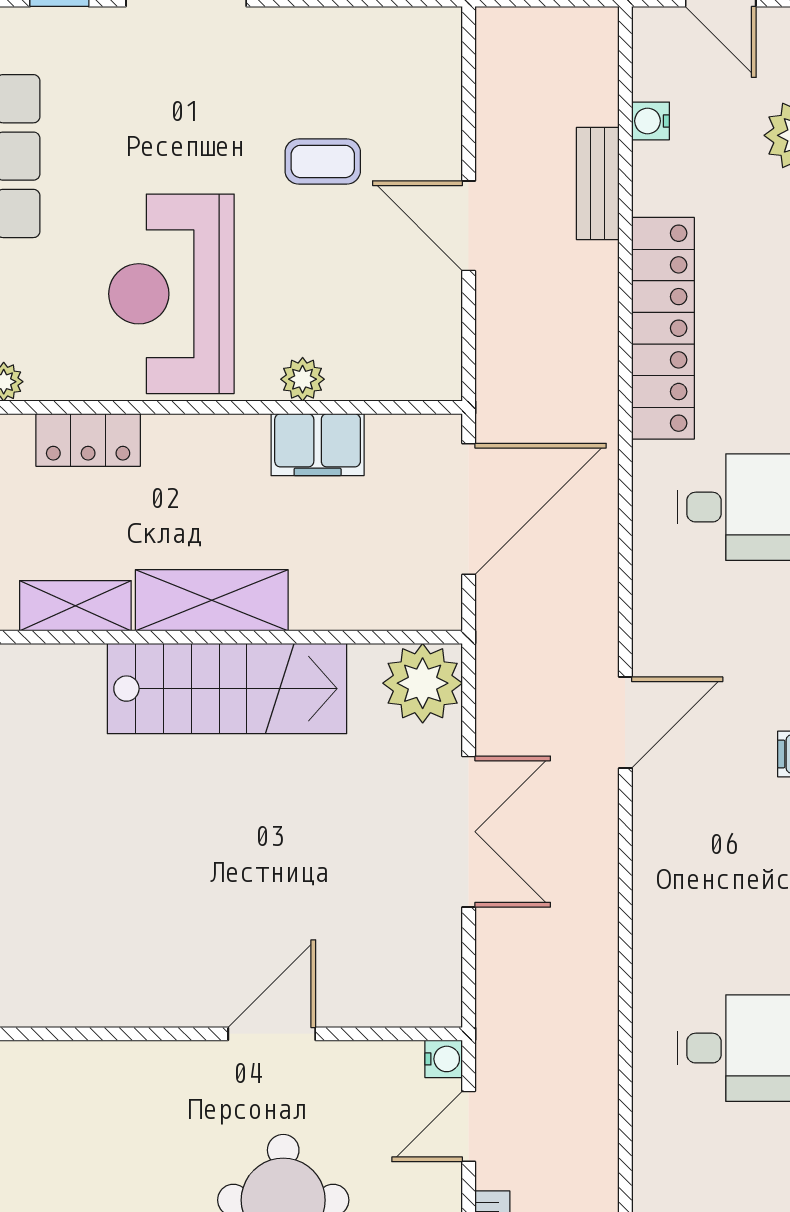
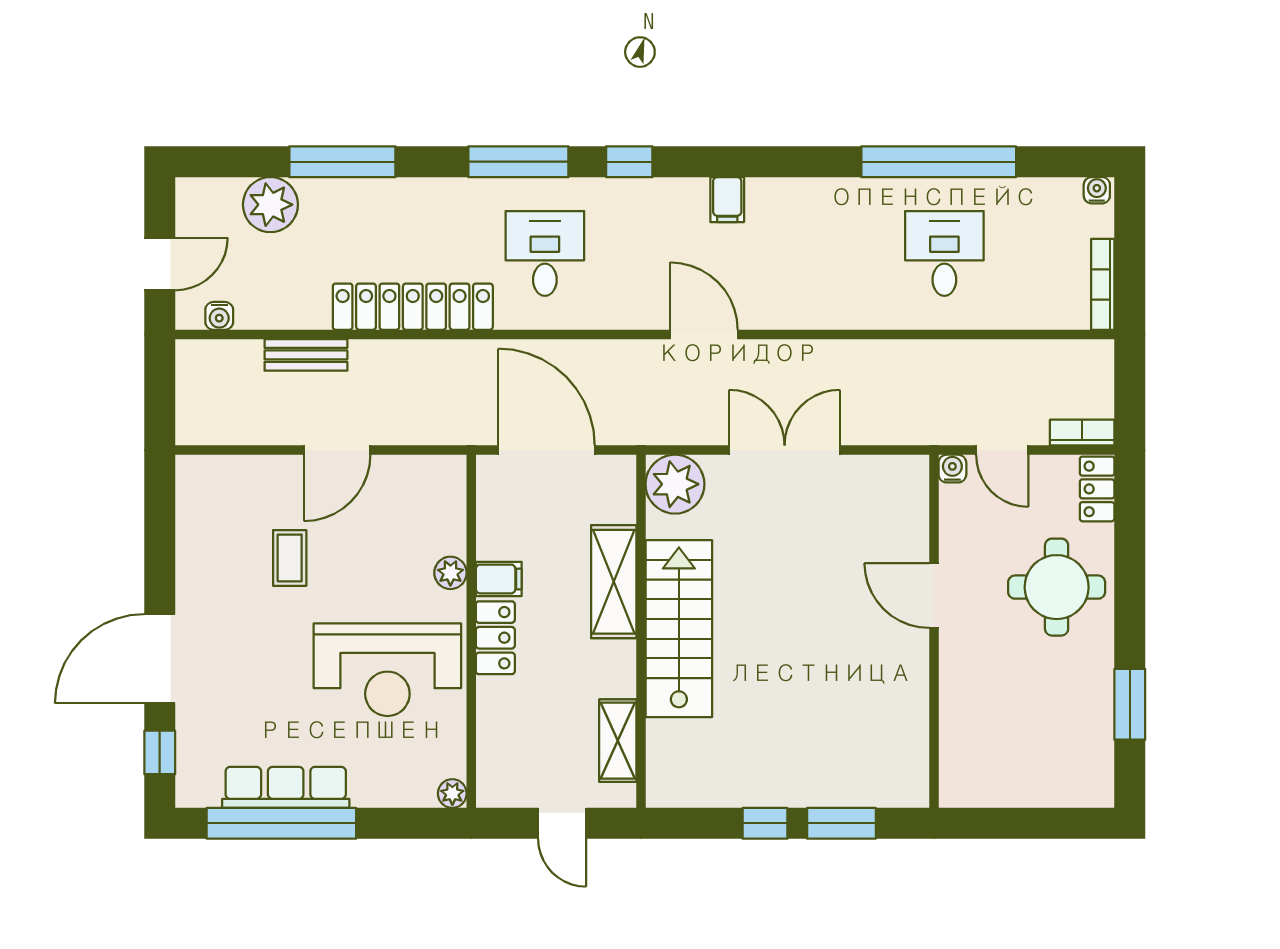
water cooler: (651, 121) -> (219, 316), moved
locker: (88, 440) -> (495, 638), moved
filing cabinet: (318, 445) -> (499, 579), width x0.50
shelving: (212, 600) -> (614, 582), moved

